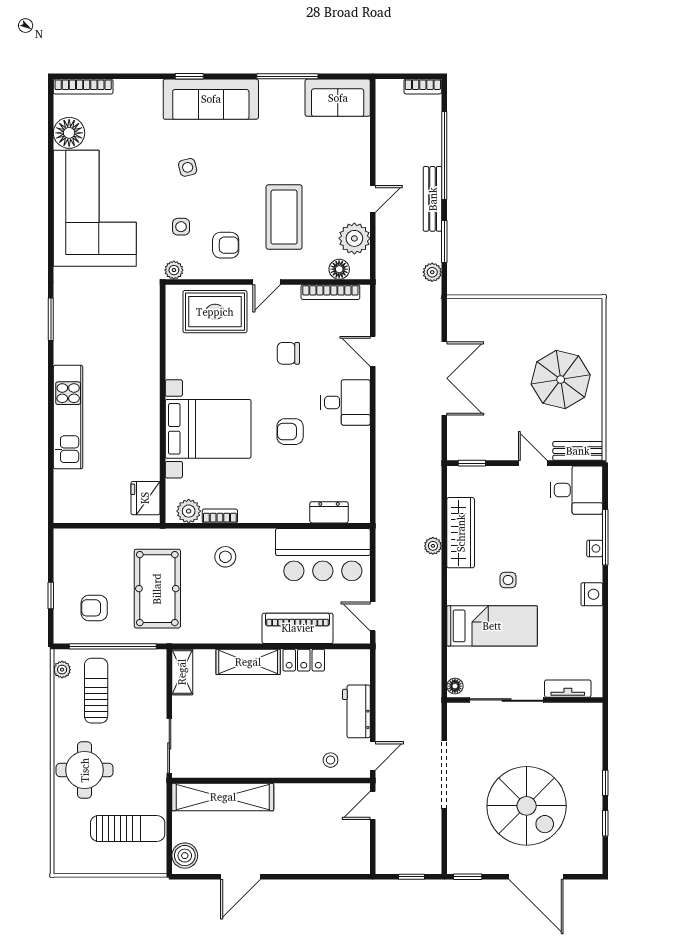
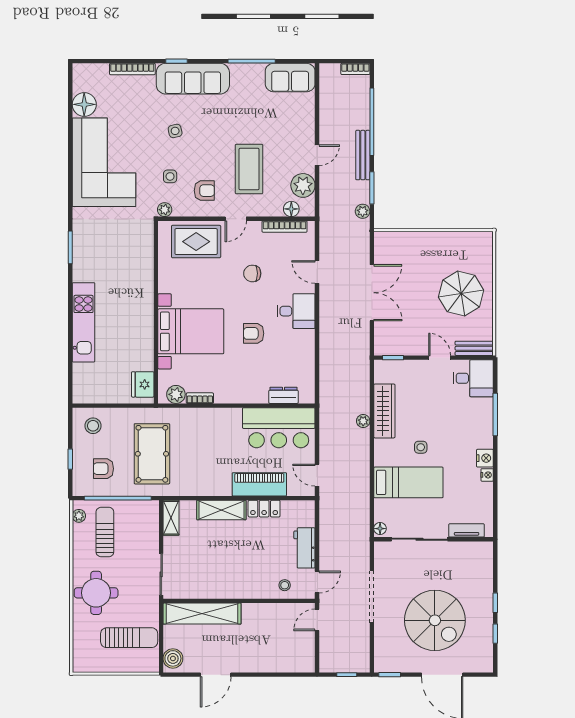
bookcase: (83, 87) -> (132, 69), moved
nightstand: (595, 548) -> (487, 475), moved
stool: (225, 557) -> (93, 426), moved

